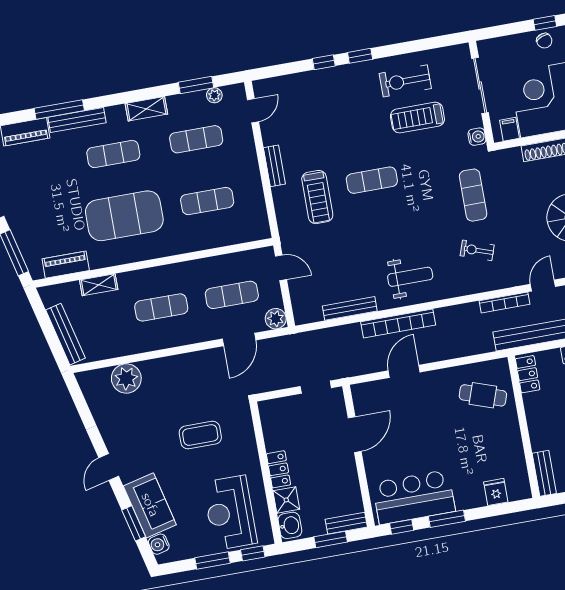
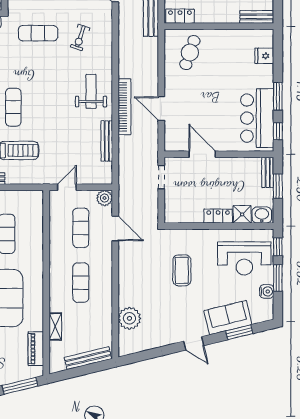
bookcase: (504, 303) -> (123, 24), removed
water cooler: (159, 544) -> (267, 291), moved, turned -76

